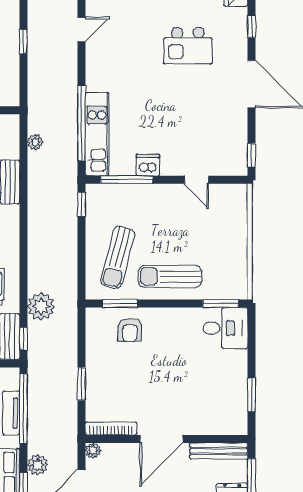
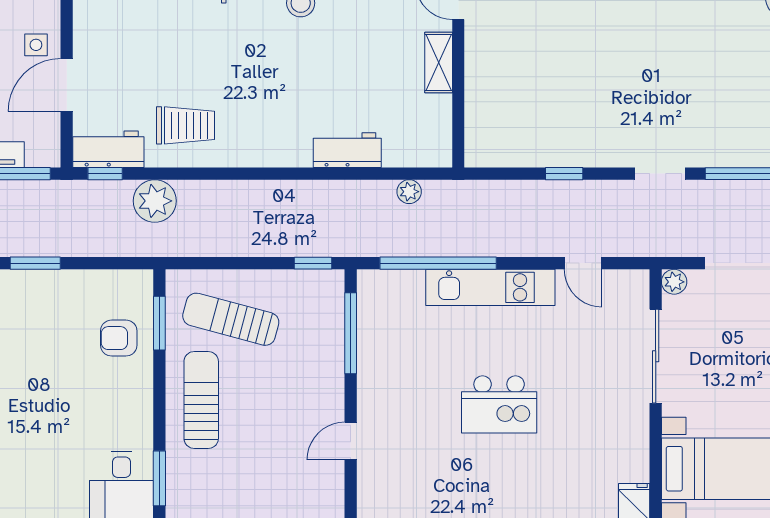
kitchen island: (188, 46) -> (499, 404), moved, turned -90
kitchen unit: (97, 134) -> (490, 287), moved
dishwasher: (148, 165) -> (373, 366), removed

